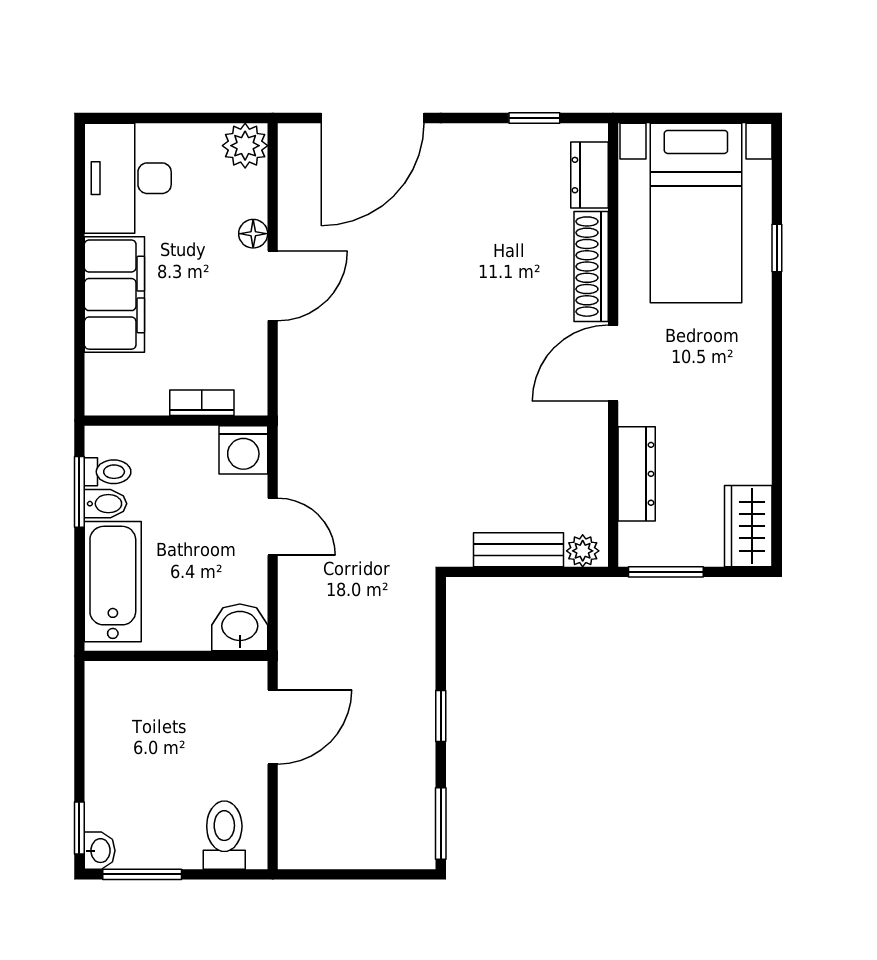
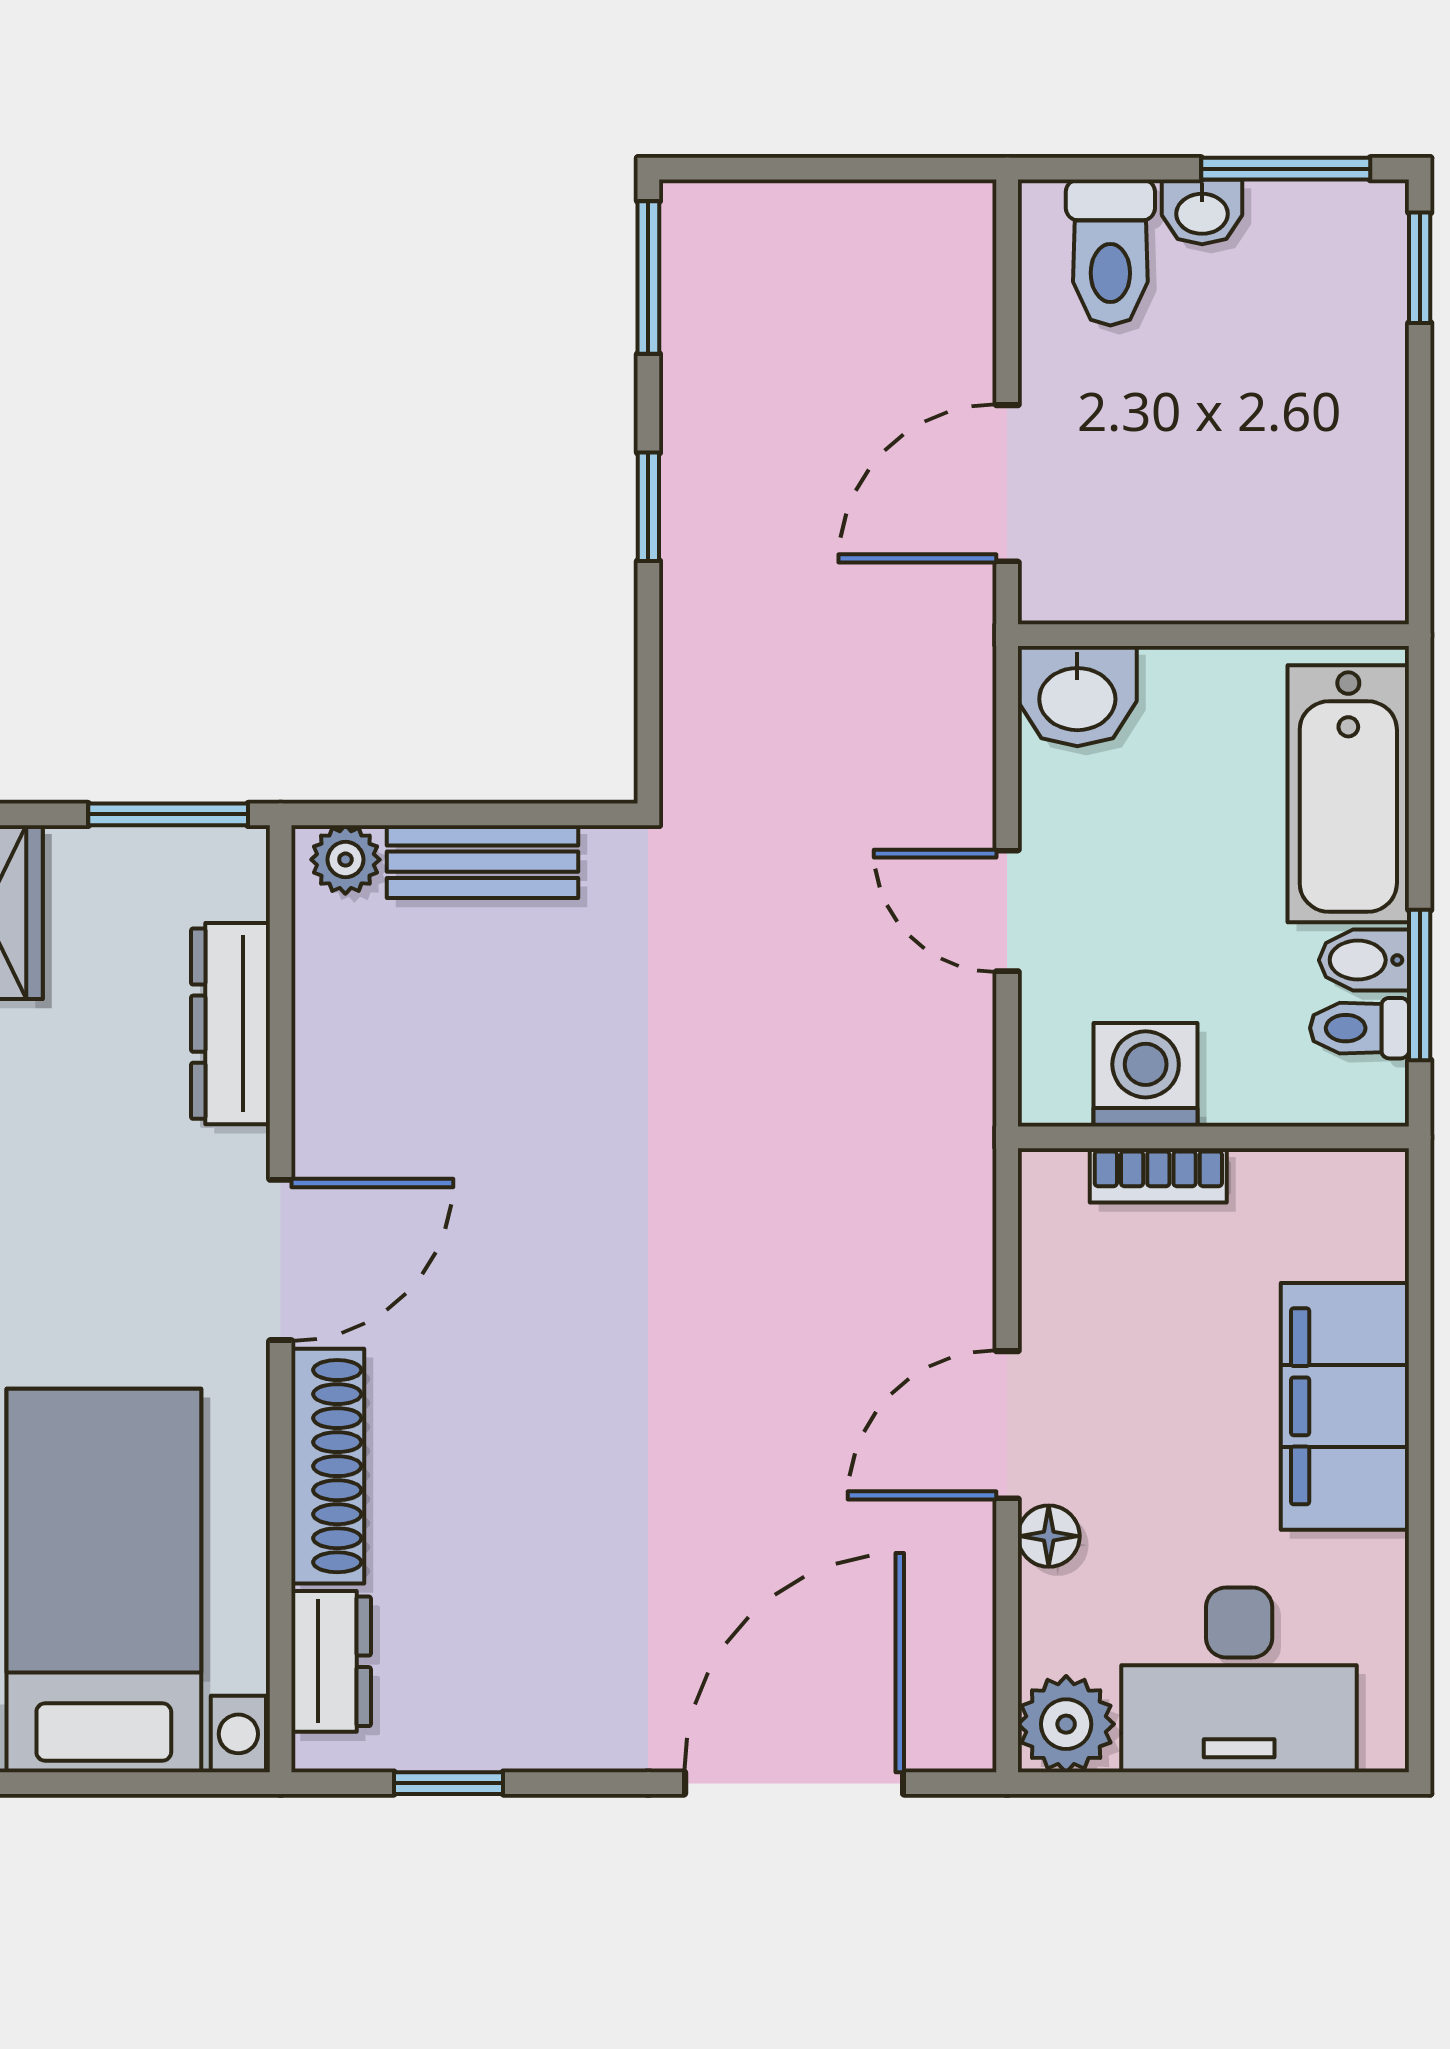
desk: (128, 178) -> (1239, 1680), moved, turned 90
washing machine: (243, 450) -> (1146, 1075), moved
washbasin: (100, 851) -> (1202, 212), moved, turned -90

